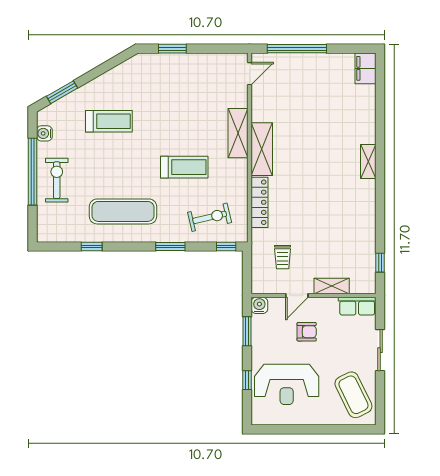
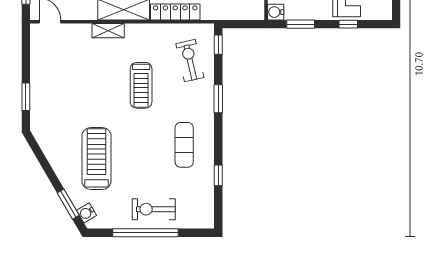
treadmill: (109, 121) -> (96, 159), width x1.37, depth x1.38
water cooler: (44, 133) -> (87, 213), moved, turned 60
shelving: (238, 133) -> (108, 31), width x0.67, depth x0.75
treadmill: (184, 167) -> (141, 85), turned 180
exercise mat: (123, 211) -> (184, 145), width x0.73, depth x0.69

